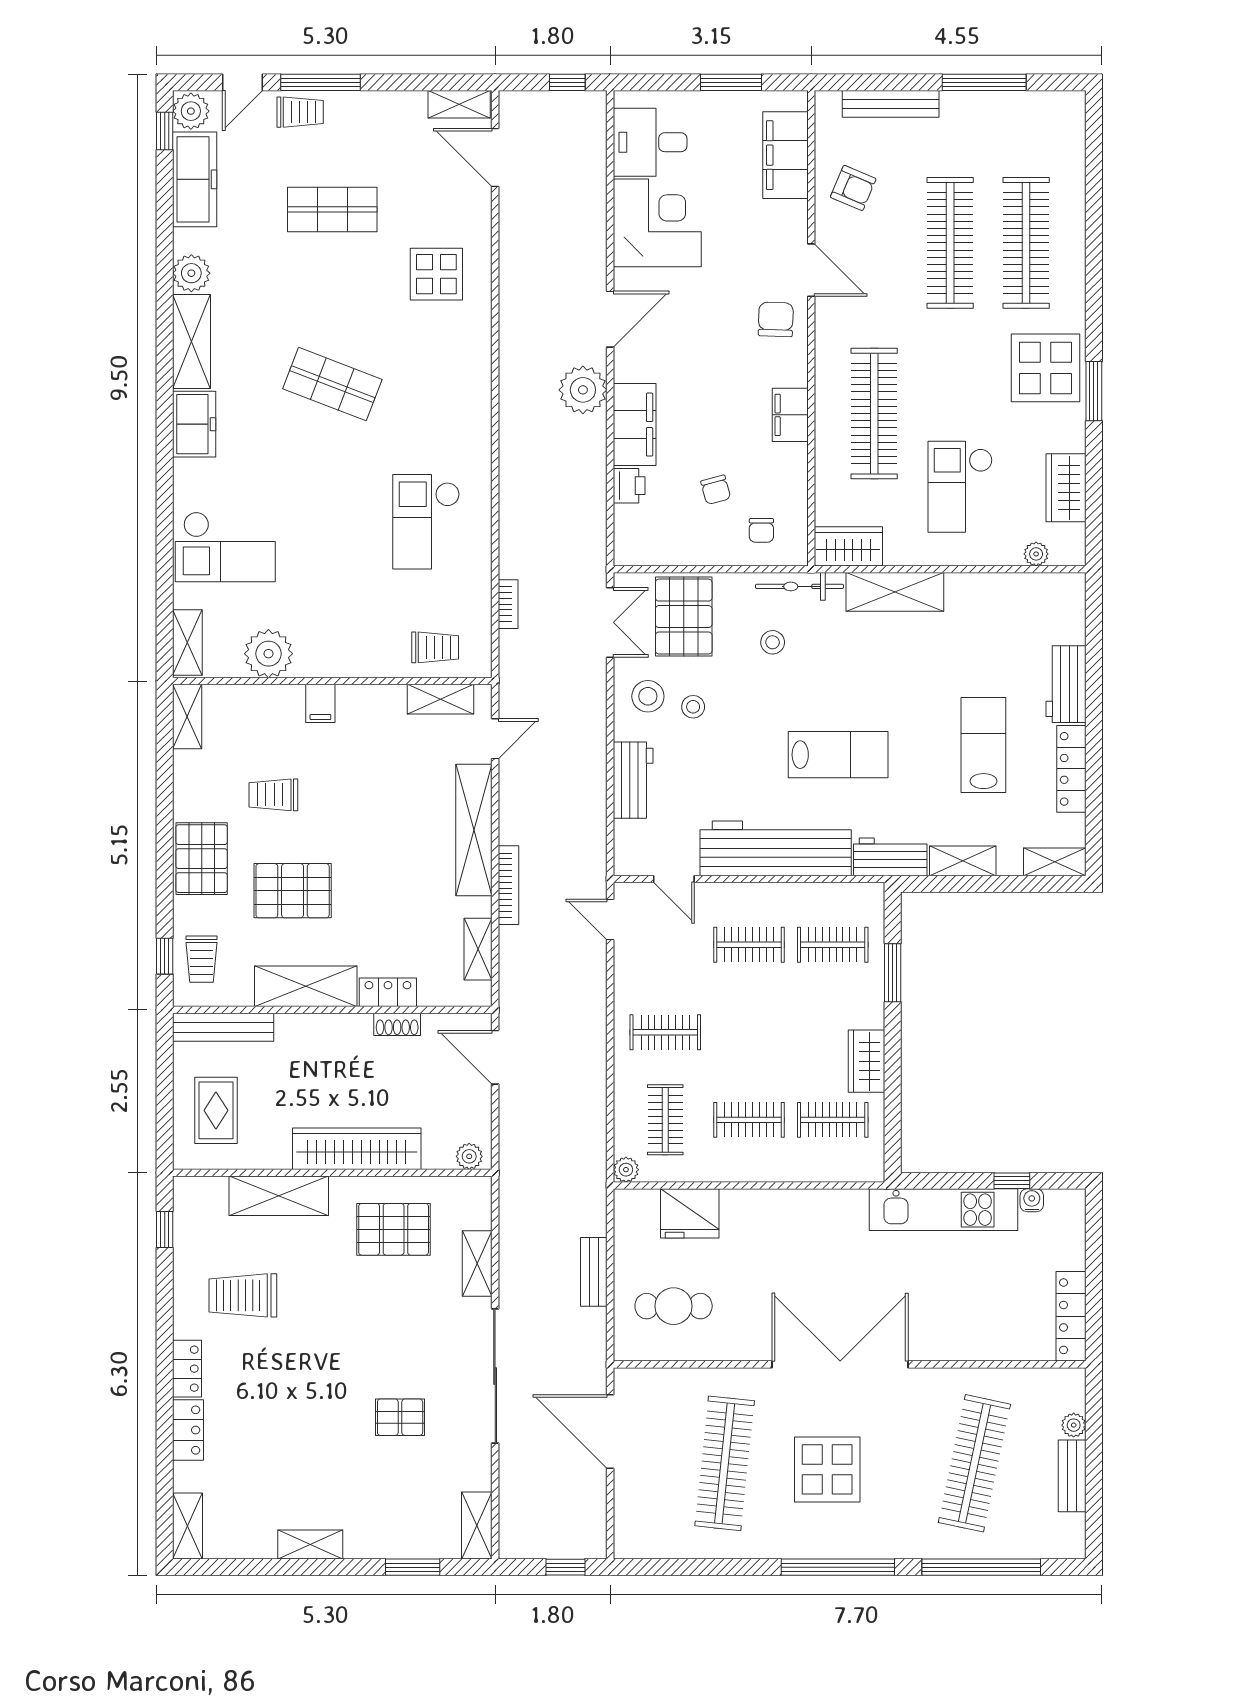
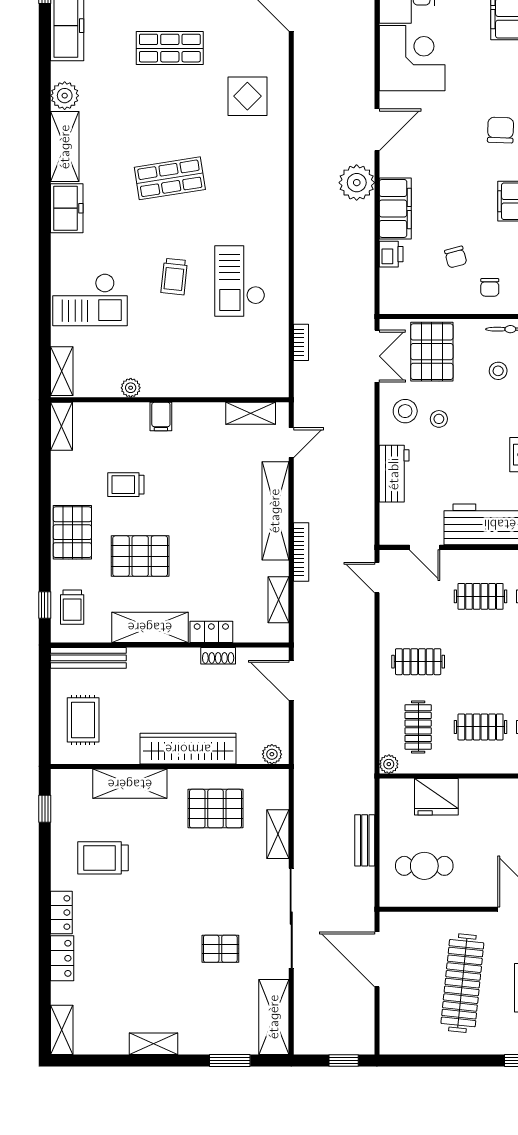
shop shelf: (332, 384) -> (170, 178), turned -30
trolley: (435, 647) -> (174, 277), moved, turned 96
plant: (268, 654) -> (131, 388), width x0.53, depth x0.53
shelving: (477, 1525) -> (274, 1017), width x1.50, depth x1.33

